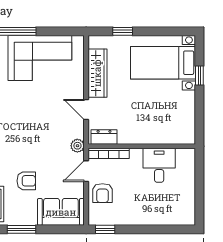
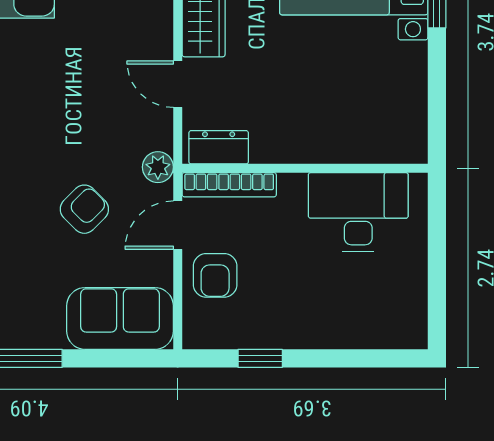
desk: (159, 165) -> (358, 212), width x1.37
armchair: (26, 181) -> (84, 209), moved, turned -45
window: (105, 229) -> (260, 358), moved

